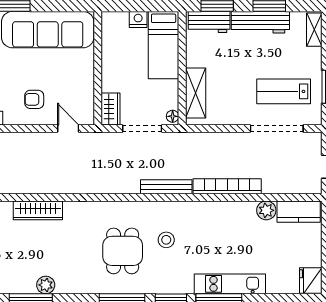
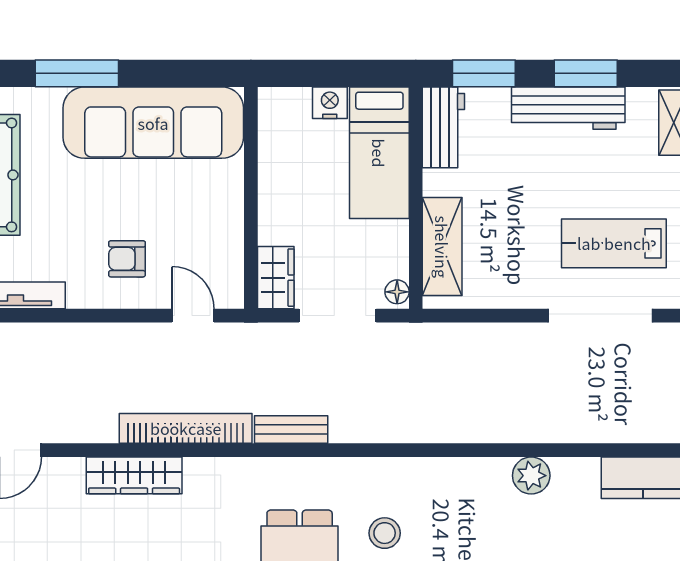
workbench: (209, 22) -> (443, 127), moved, turned -90
bookcase: (227, 186) -> (186, 428), moved
bench: (166, 187) -> (291, 430), moved, width x0.73
plant: (266, 210) -> (531, 476), moved

